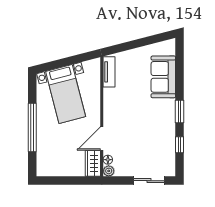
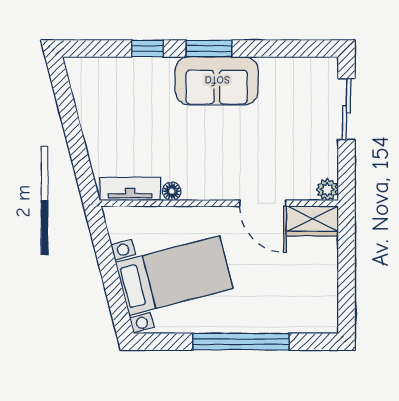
sofa: (163, 77) -> (217, 81), moved
window: (180, 145) -> (147, 49), moved
floor lamp: (108, 160) -> (172, 191), moved

